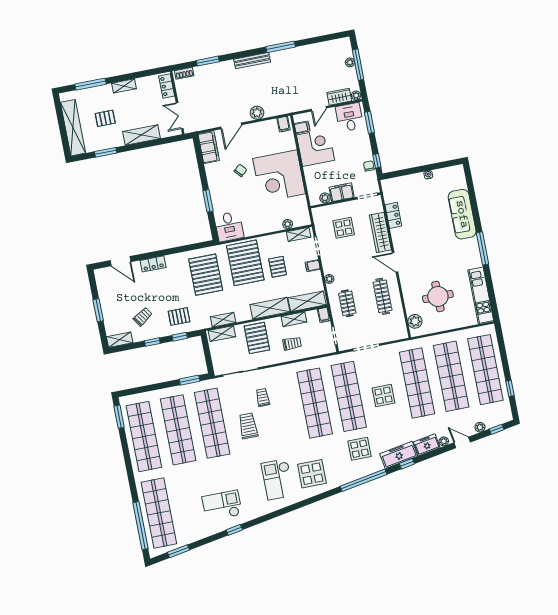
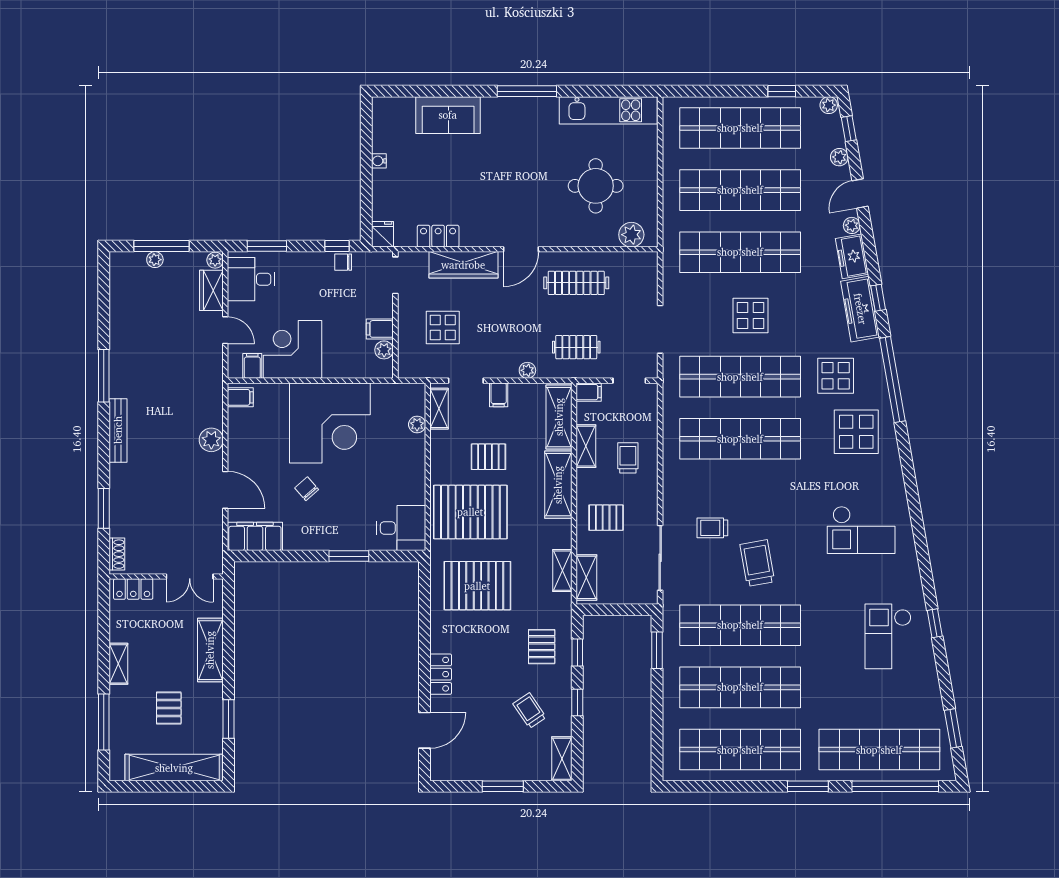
fridge: (388, 185) -> (383, 234), added
filing cabinet: (342, 192) -> (380, 329), width x0.50
sofa: (462, 214) -> (448, 115), width x0.73
pallet: (257, 338) -> (606, 518), width x0.67, depth x0.71
plant: (507, 416) -> (829, 105), added
window: (119, 417) -> (808, 786), moved
trolley: (248, 426) -> (757, 563), turned 80
display table: (312, 474) -> (856, 432), moved

